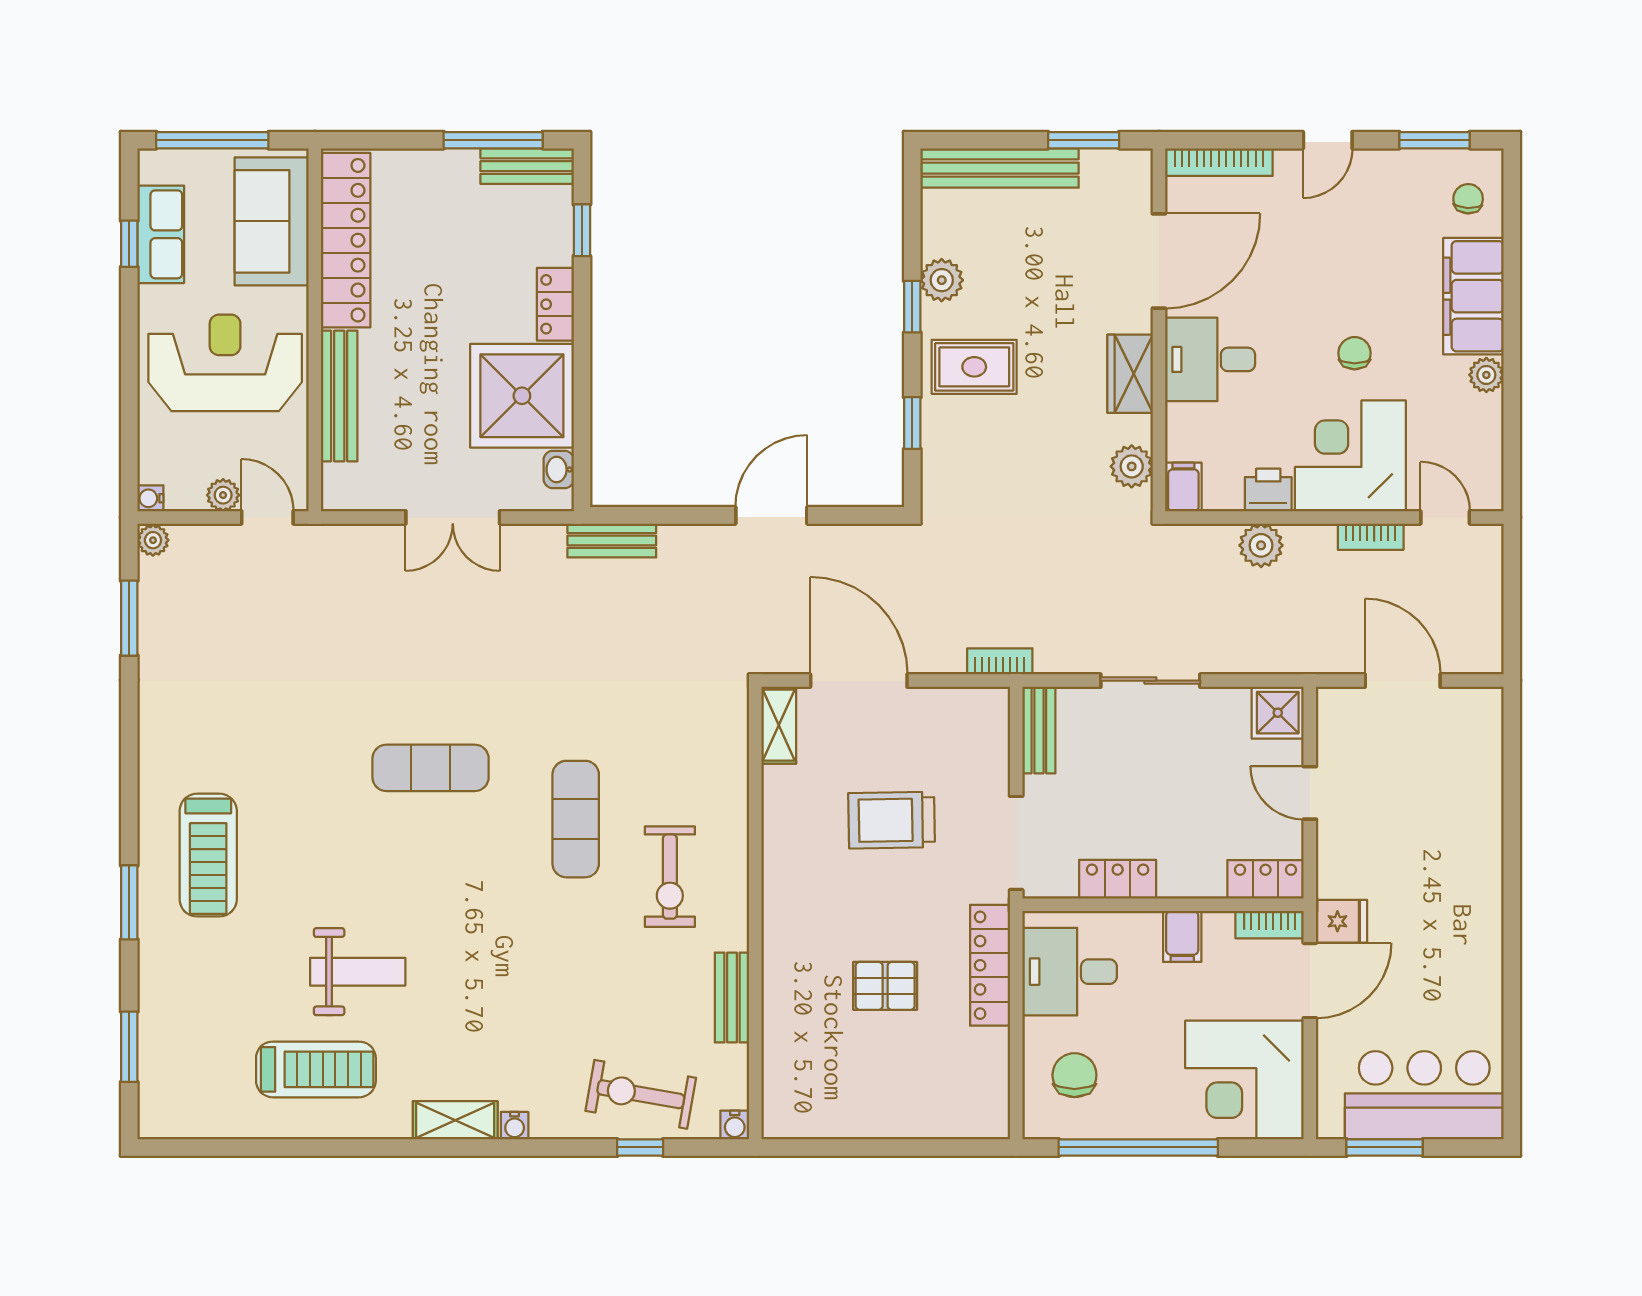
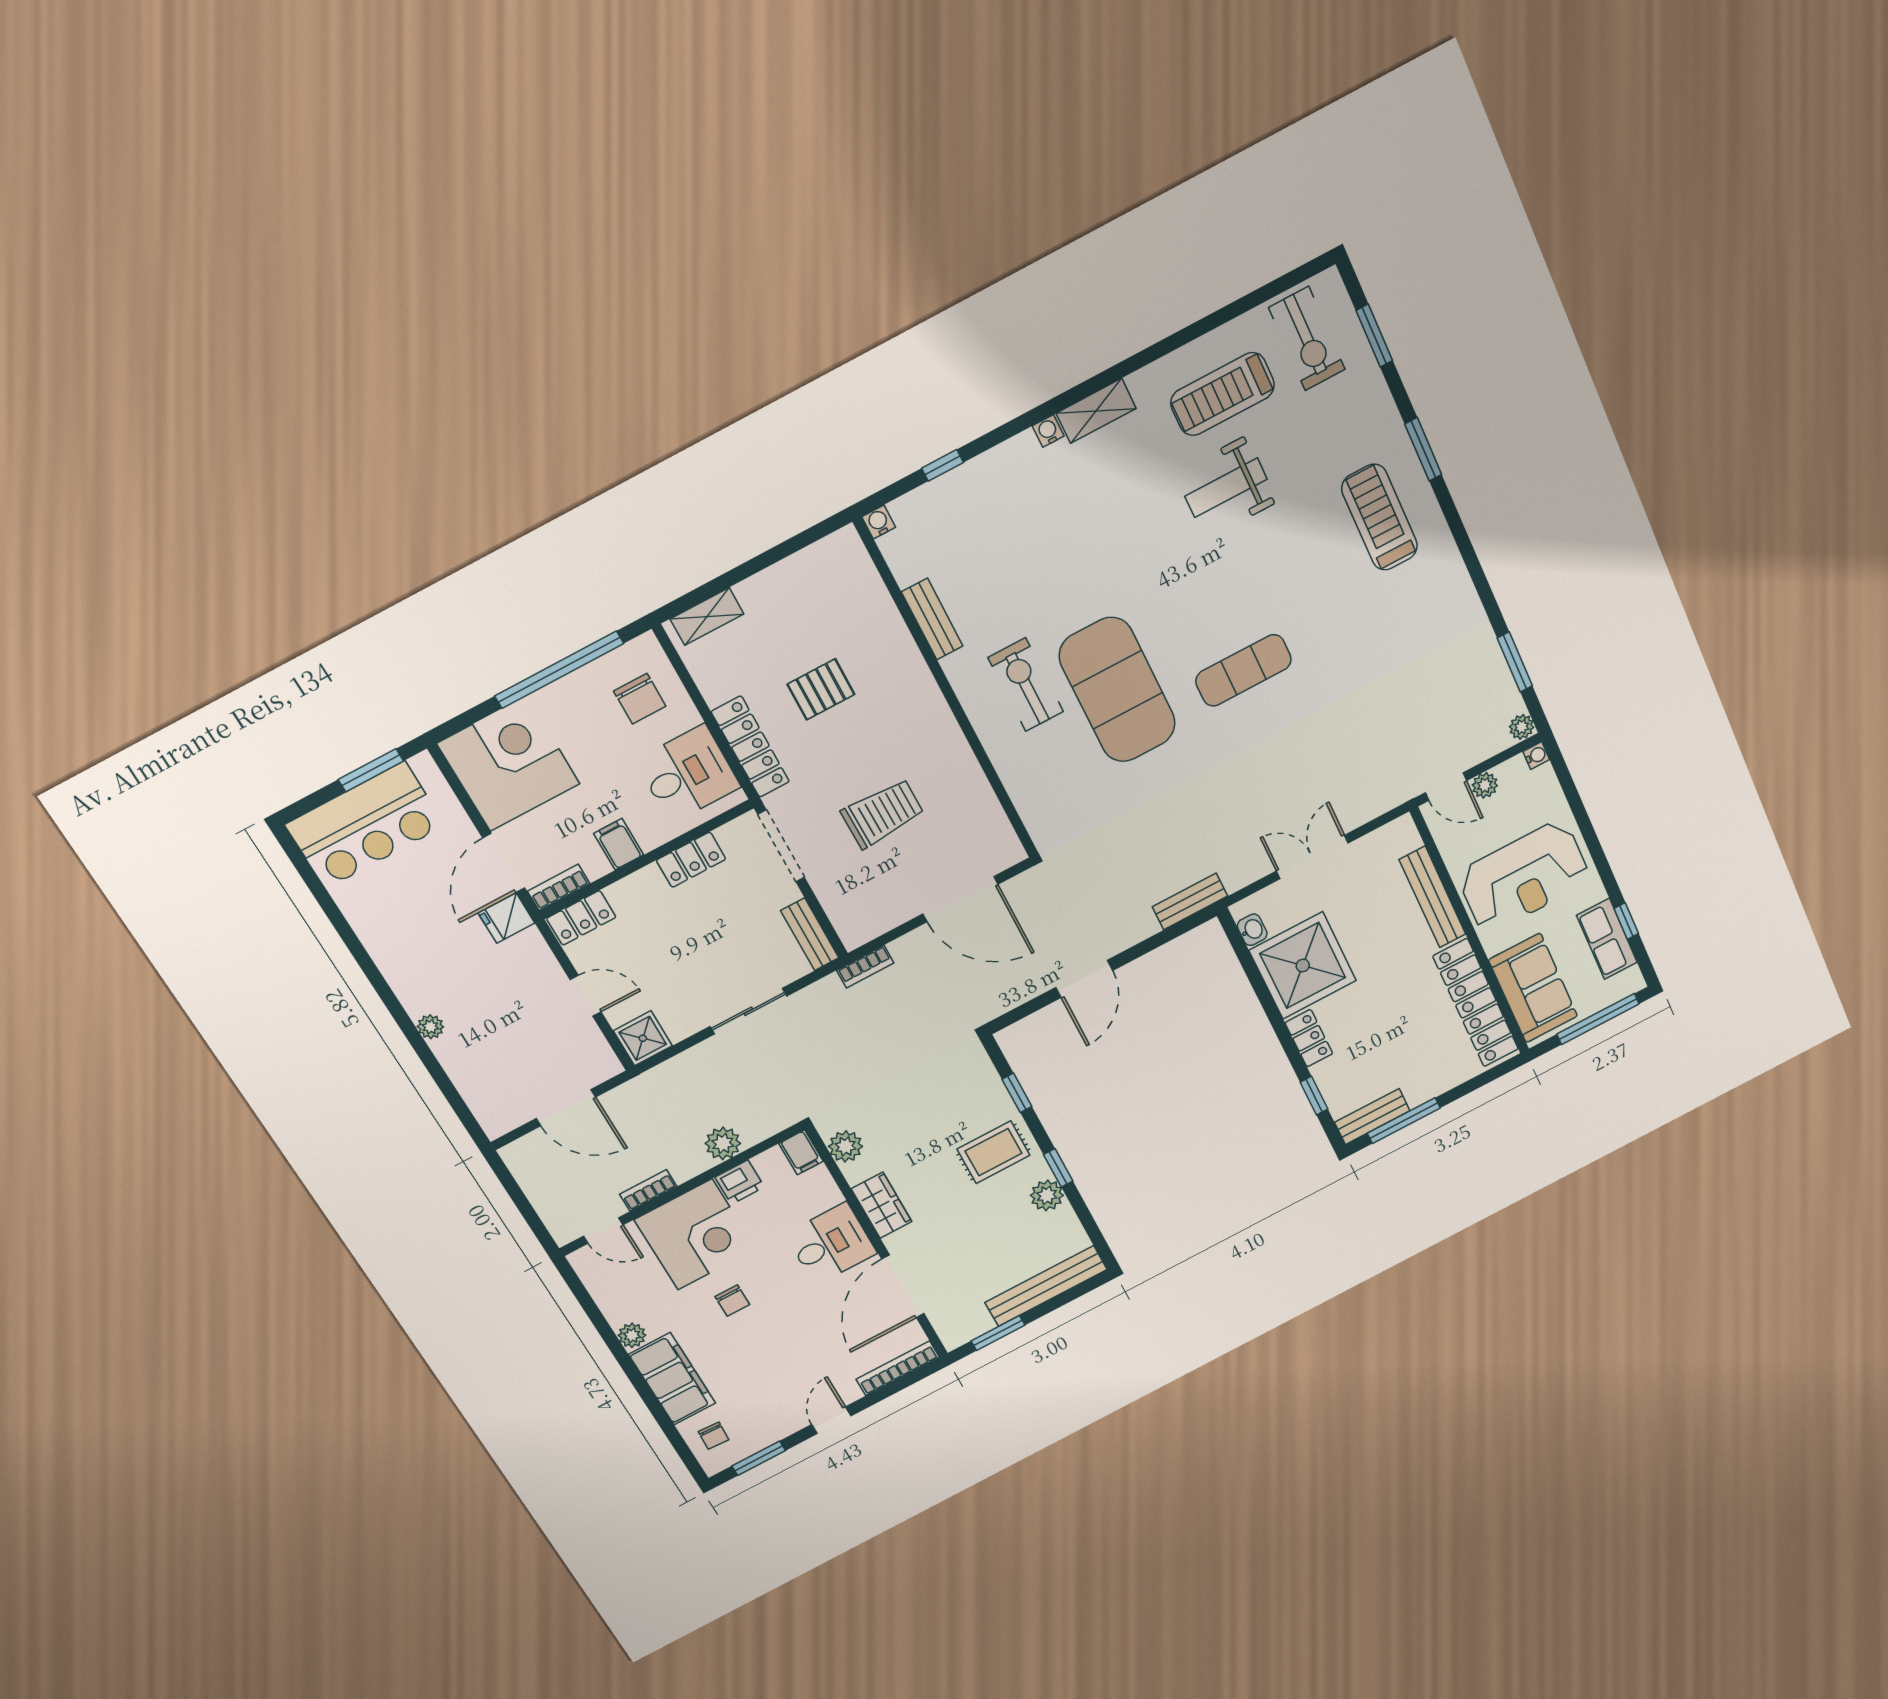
shelving: (779, 725) -> (707, 616), moved, turned 90
exercise mat: (576, 819) -> (1117, 690), width x2.00, depth x1.45
plant: (1488, 848) -> (430, 1027), added
exercise bike: (641, 1094) -> (1307, 339), moved, turned 80

